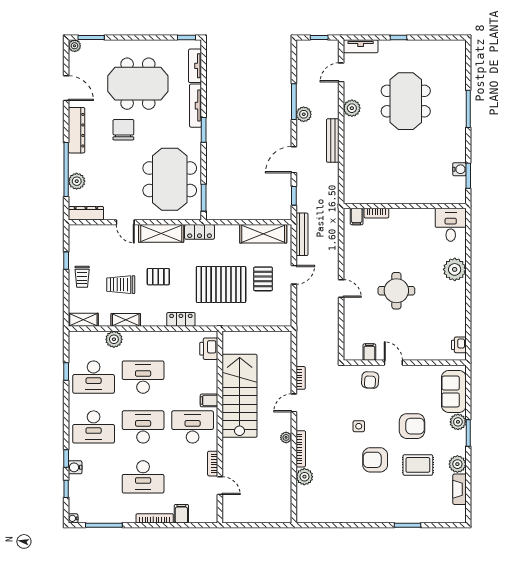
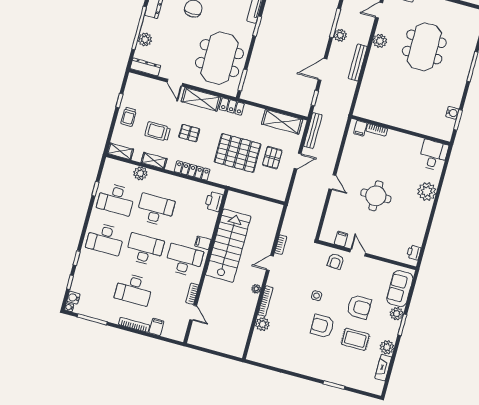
locker: (181, 319) -> (192, 171), width x1.53
water cooler: (75, 467) -> (73, 298), moved

